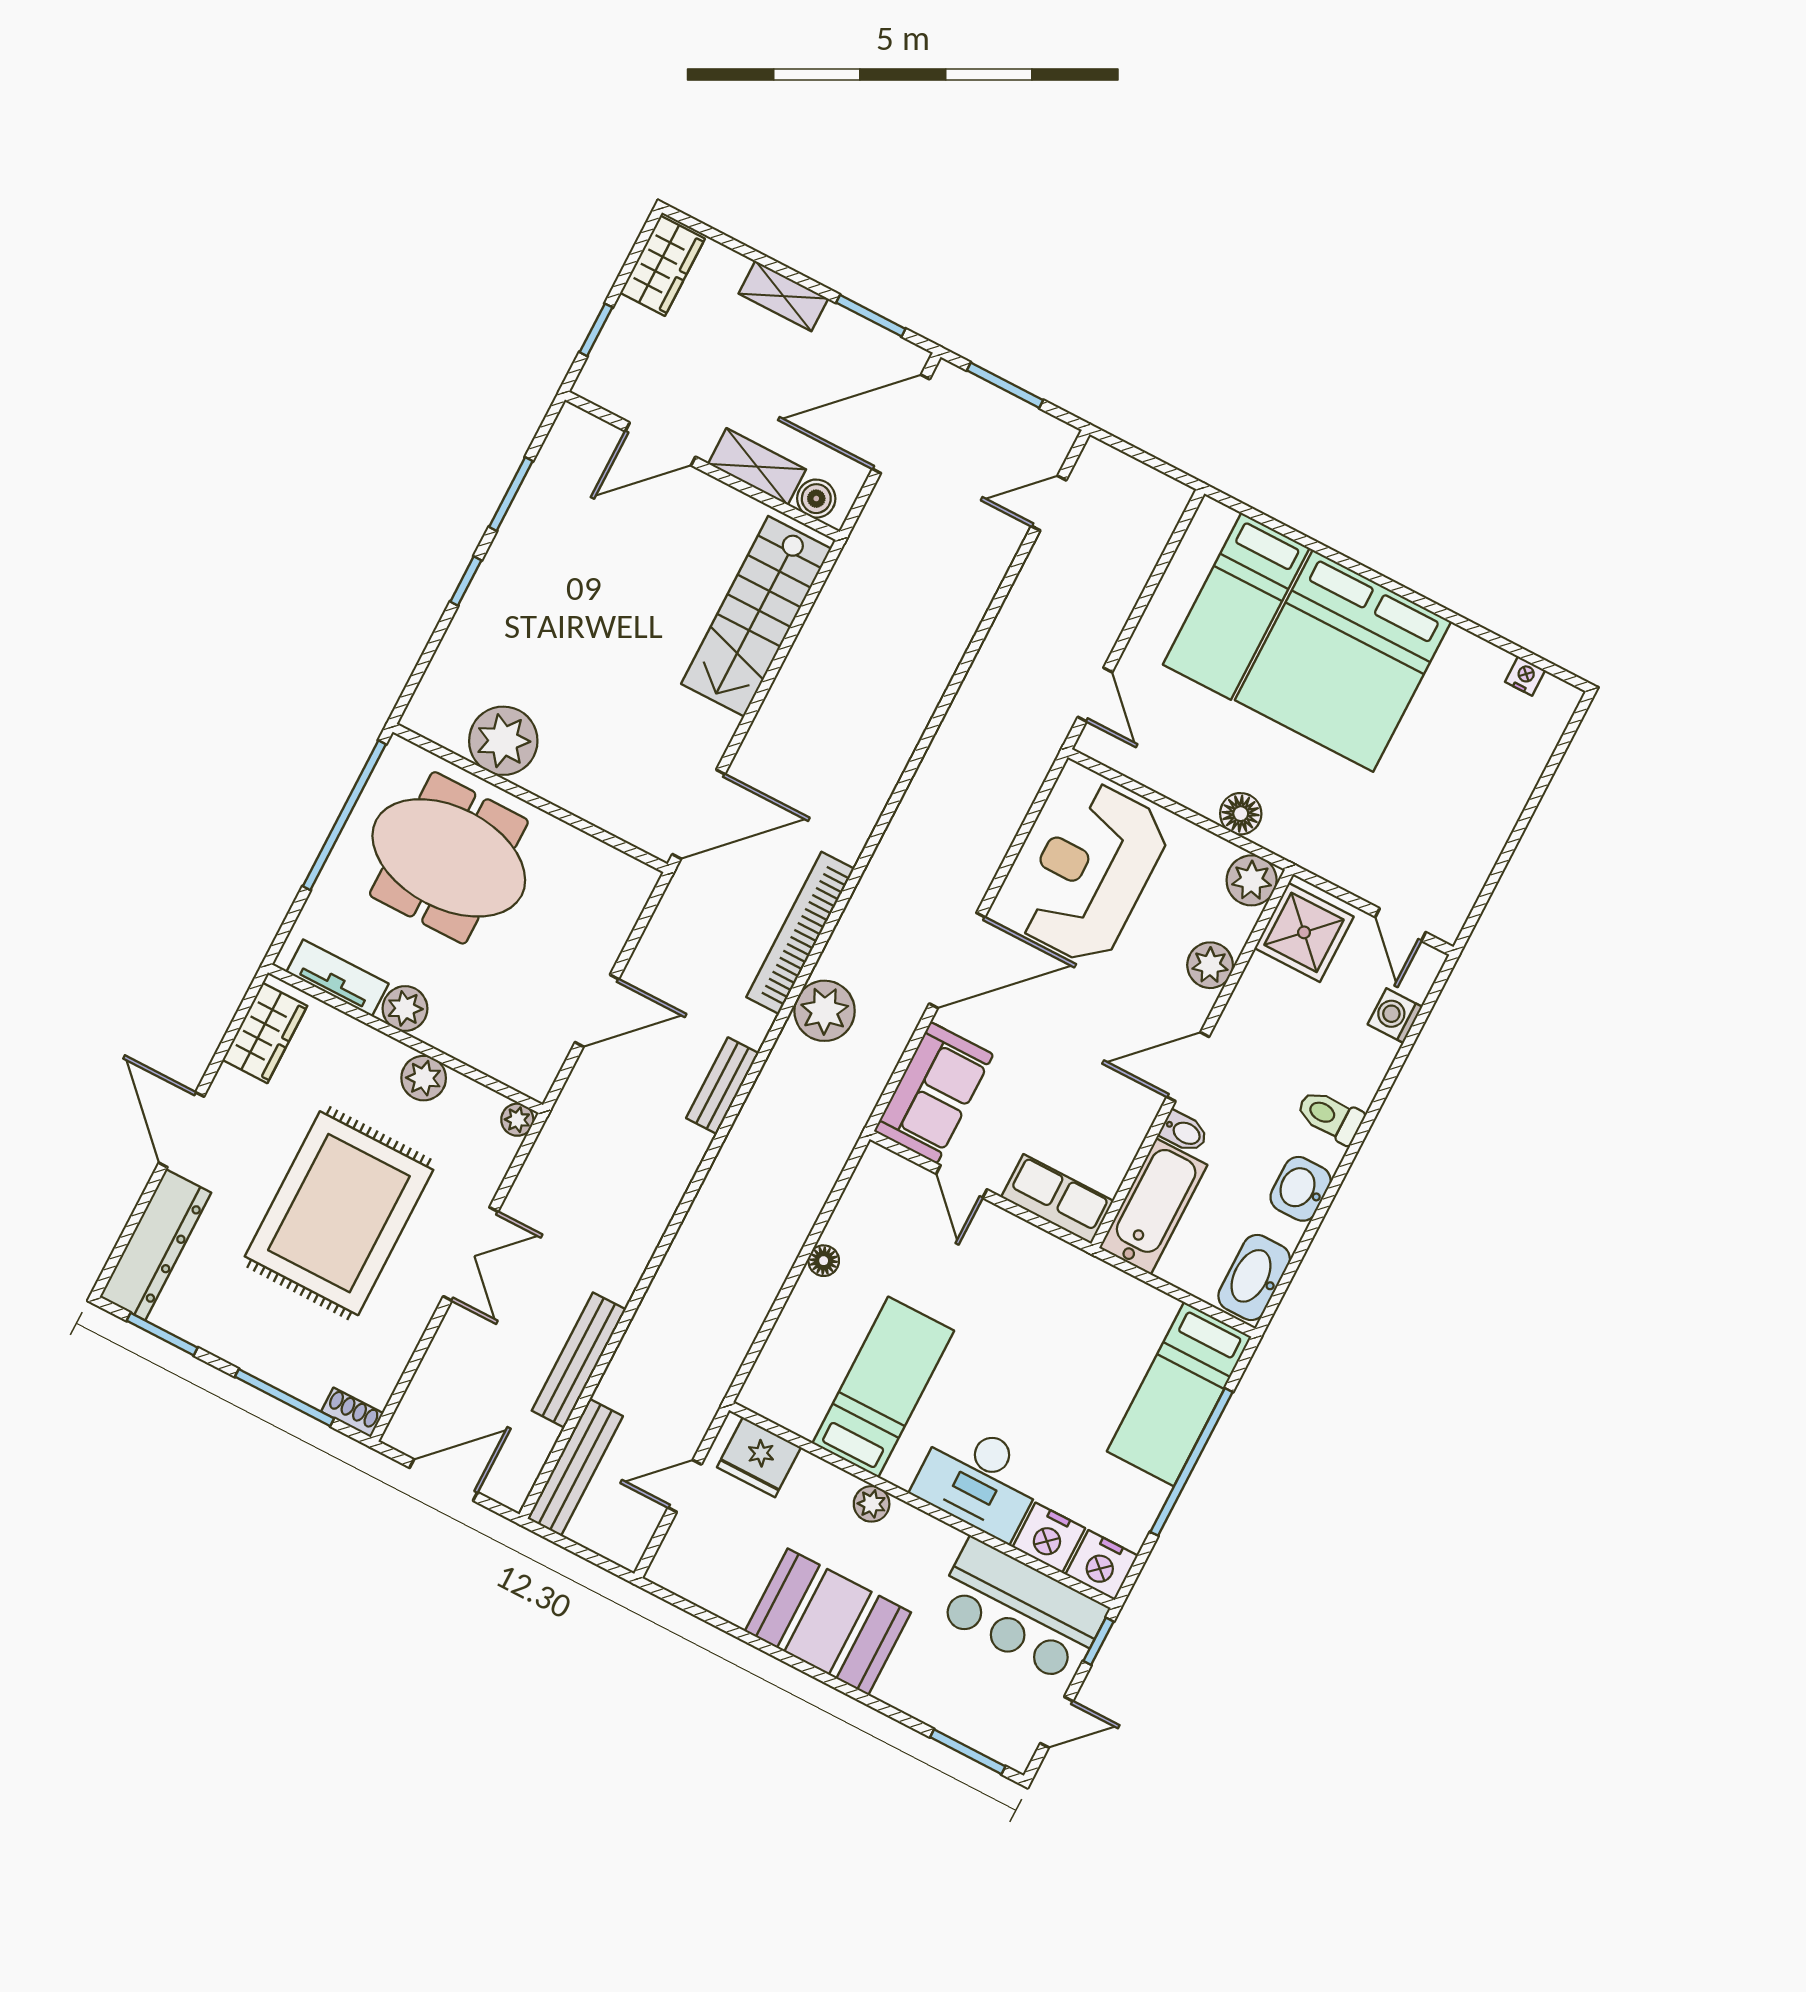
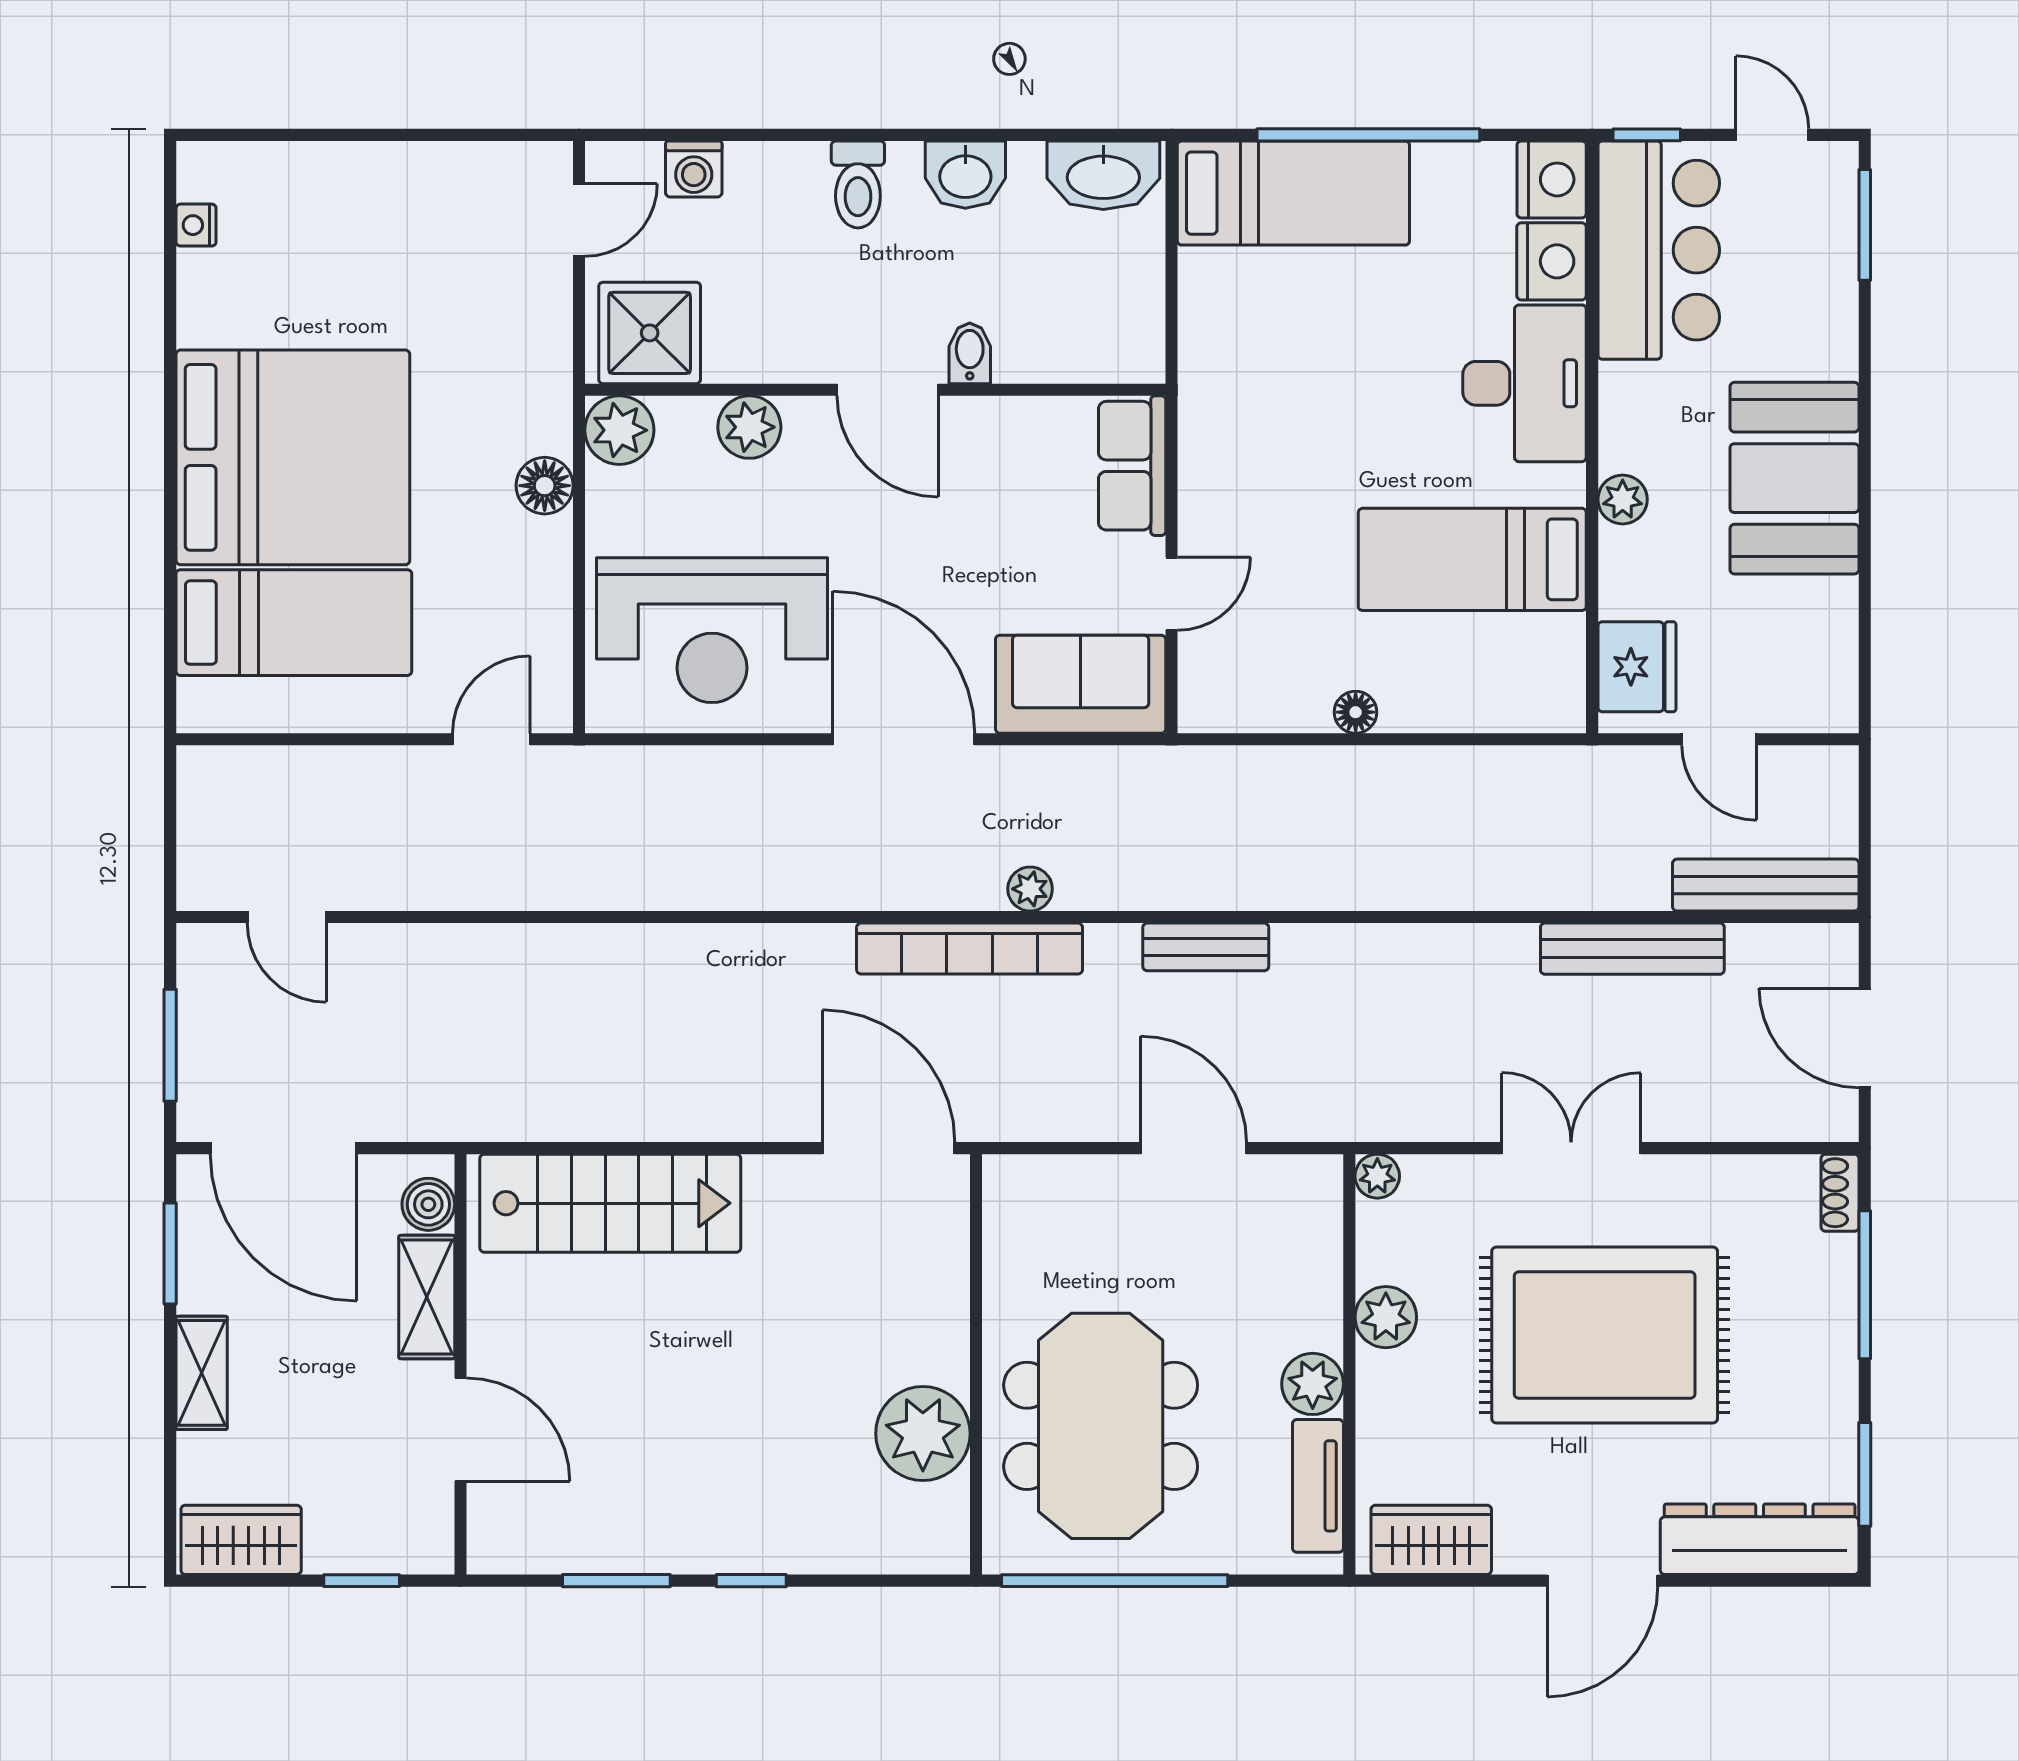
plant: (825, 1011) -> (1030, 889), width x0.53, depth x0.53
bathtub: (1153, 1206) -> (1080, 344), removed

